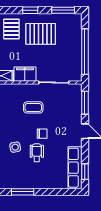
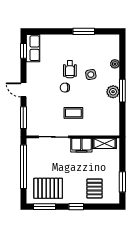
pallet: (41, 34) -> (48, 188), moved
row of seats: (75, 168) -> (33, 48), width x0.68

